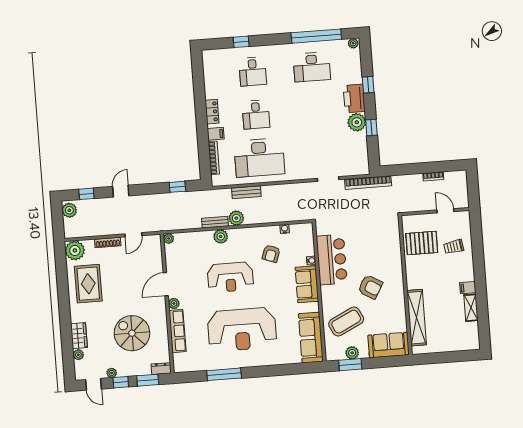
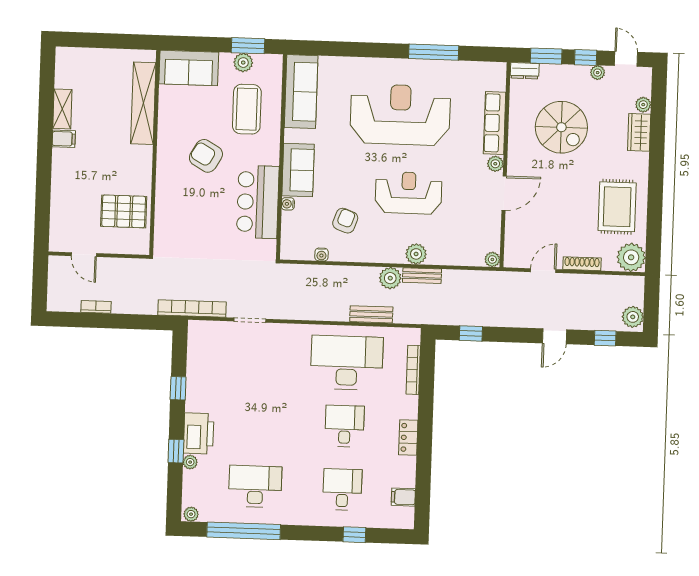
plant: (357, 122) -> (190, 462), moved, width x0.53, depth x0.53
filing cabinet: (216, 134) -> (403, 497), moved
trolley: (454, 247) -> (78, 201), removed
coffee table: (346, 322) -> (247, 109), turned -64

